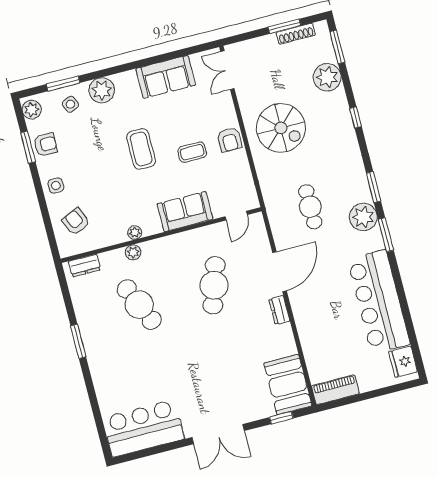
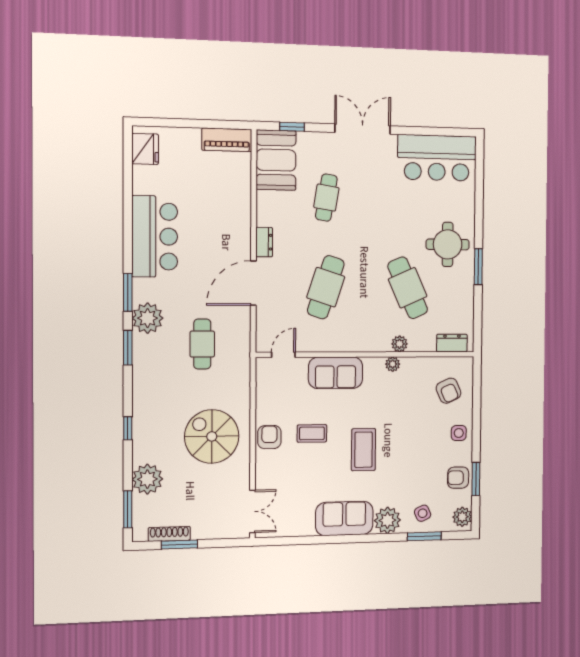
sofa: (166, 77) -> (344, 518), moved
bar counter: (379, 302) -> (155, 236), width x0.73
round table: (112, 354) -> (448, 244), added
cafe table: (235, 364) -> (326, 198), added

